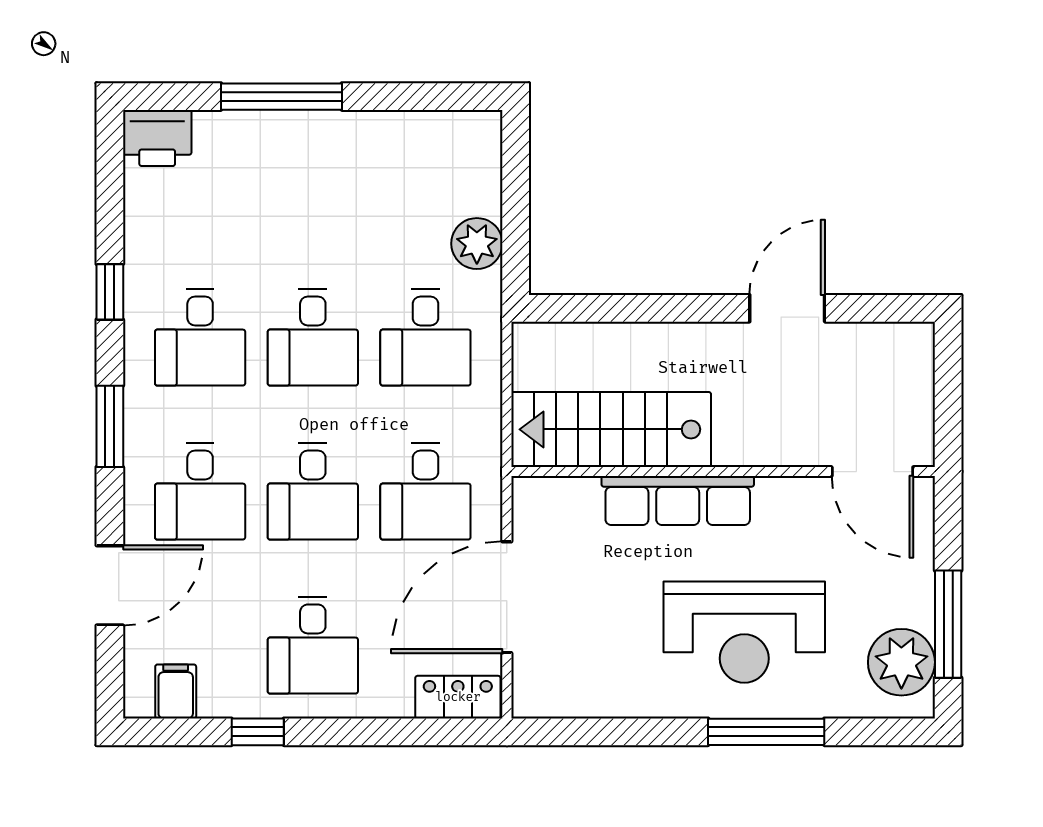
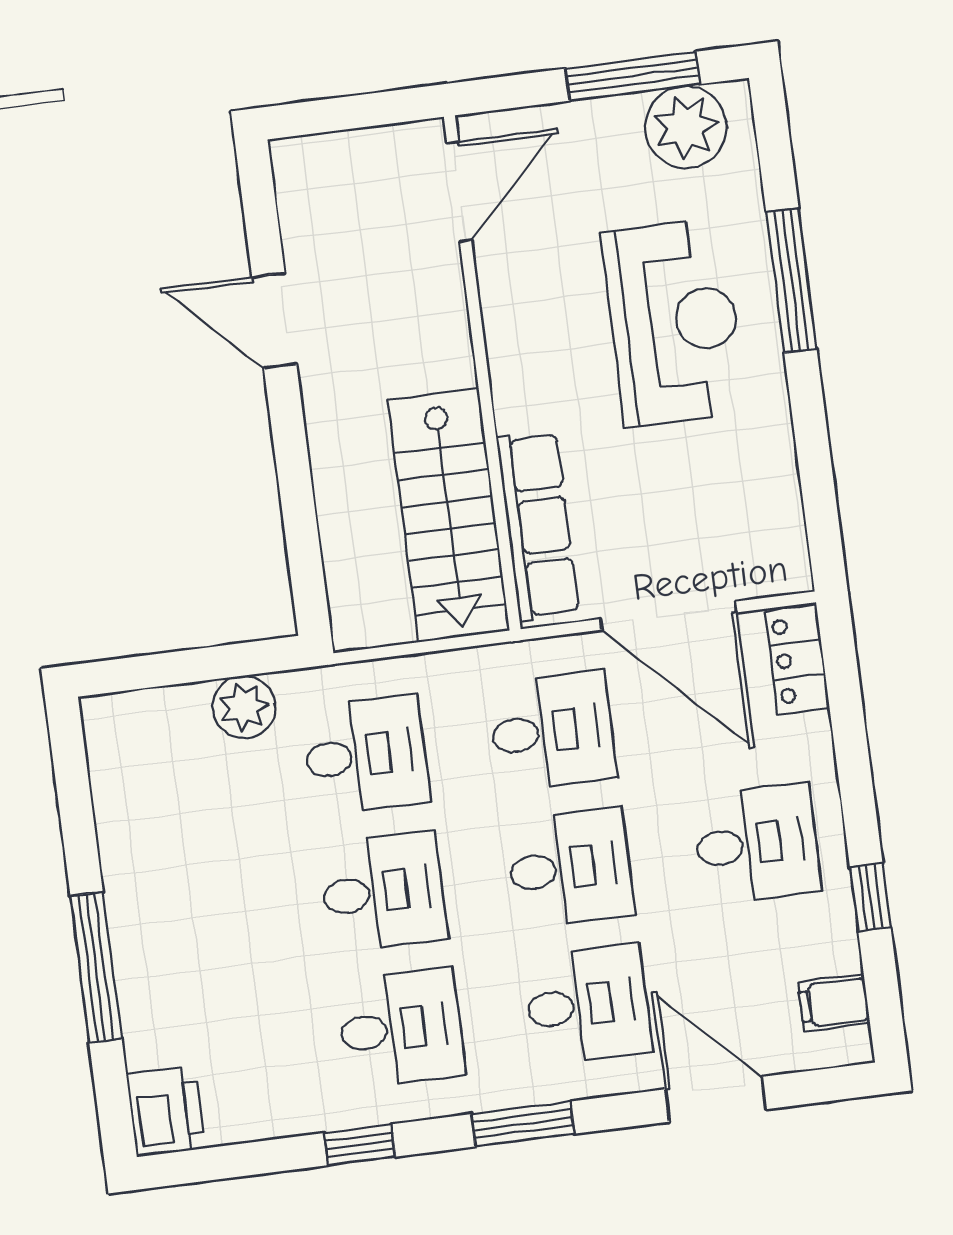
row of seats: (678, 501) -> (538, 526), moved

